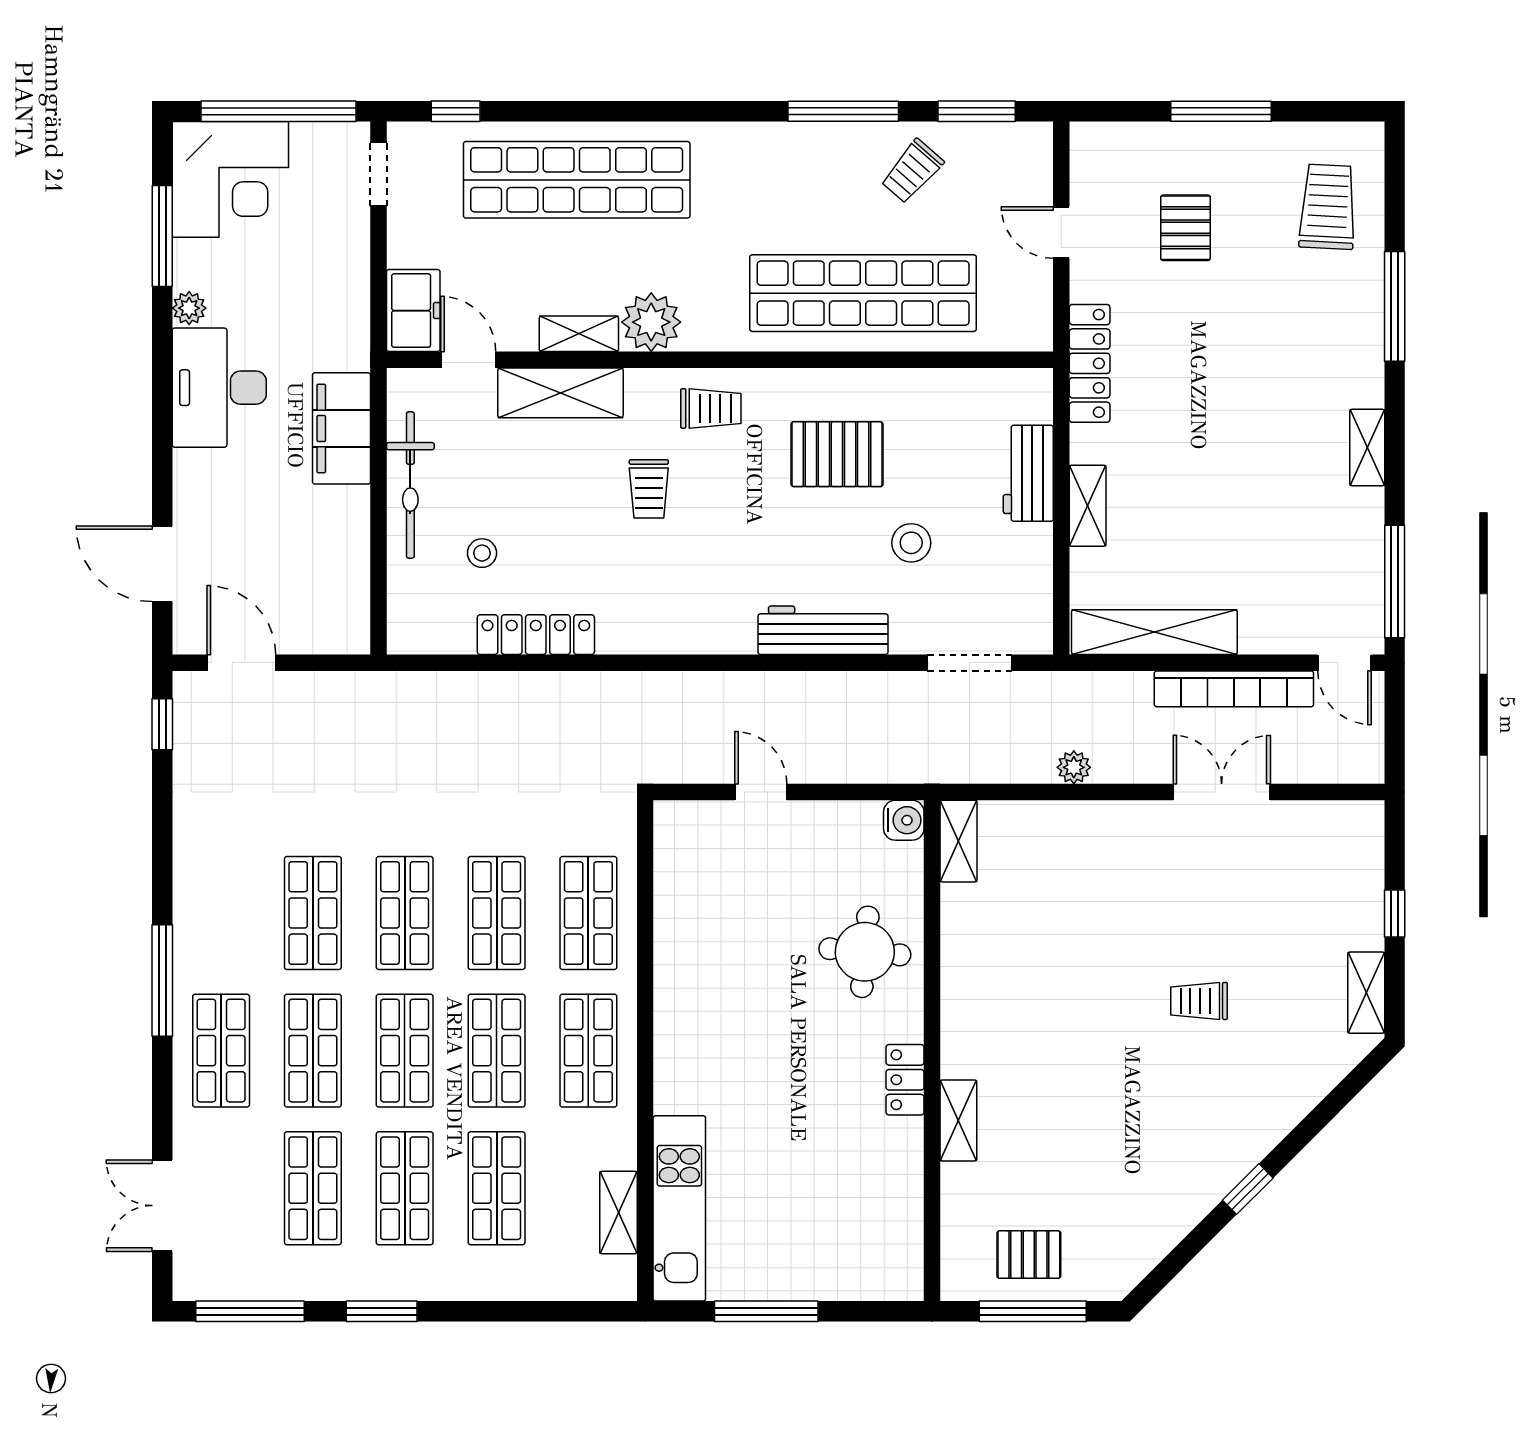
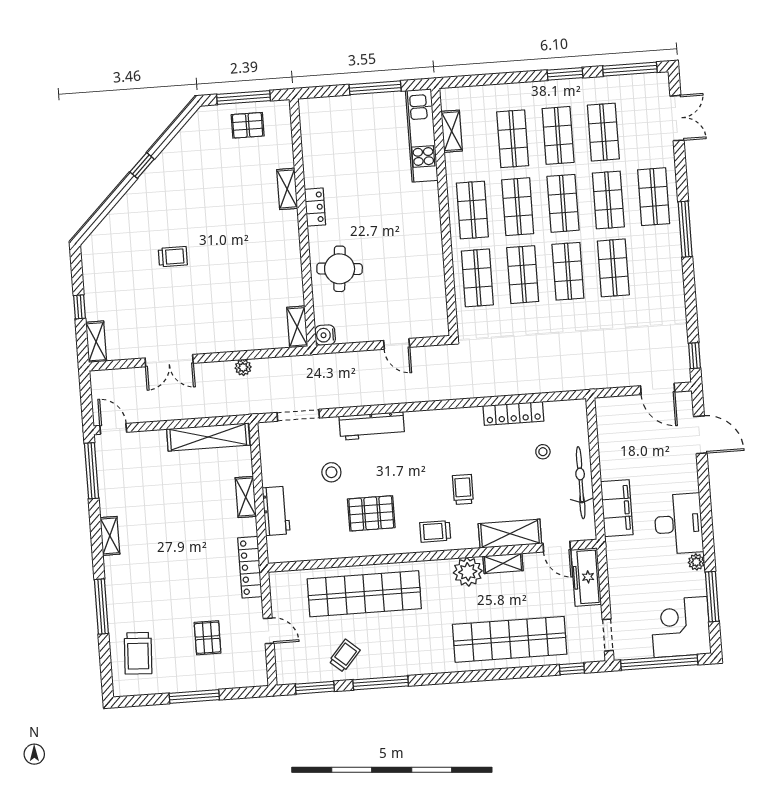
freezer: (413, 311) -> (586, 577), width x1.40
bookcase: (1234, 689) -> (167, 412), removed
shelving: (1366, 993) -> (96, 342), moved

